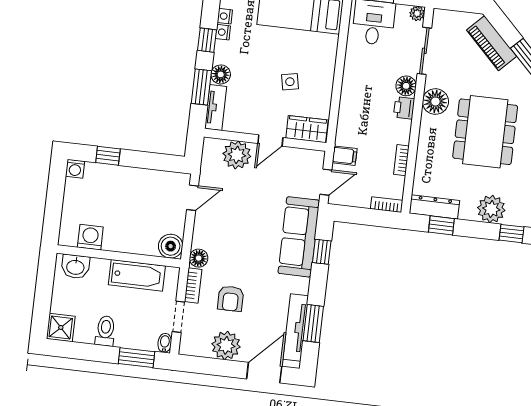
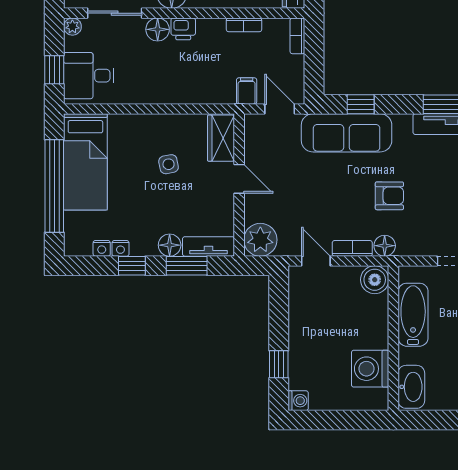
plant: (237, 155) -> (260, 240), moved
washing machine: (90, 237) -> (370, 369), width x1.37, depth x1.37
washbasin: (75, 267) -> (411, 387), width x1.38
bookcase: (193, 285) -> (352, 248), moved
armchair: (231, 299) -> (389, 196), moved

